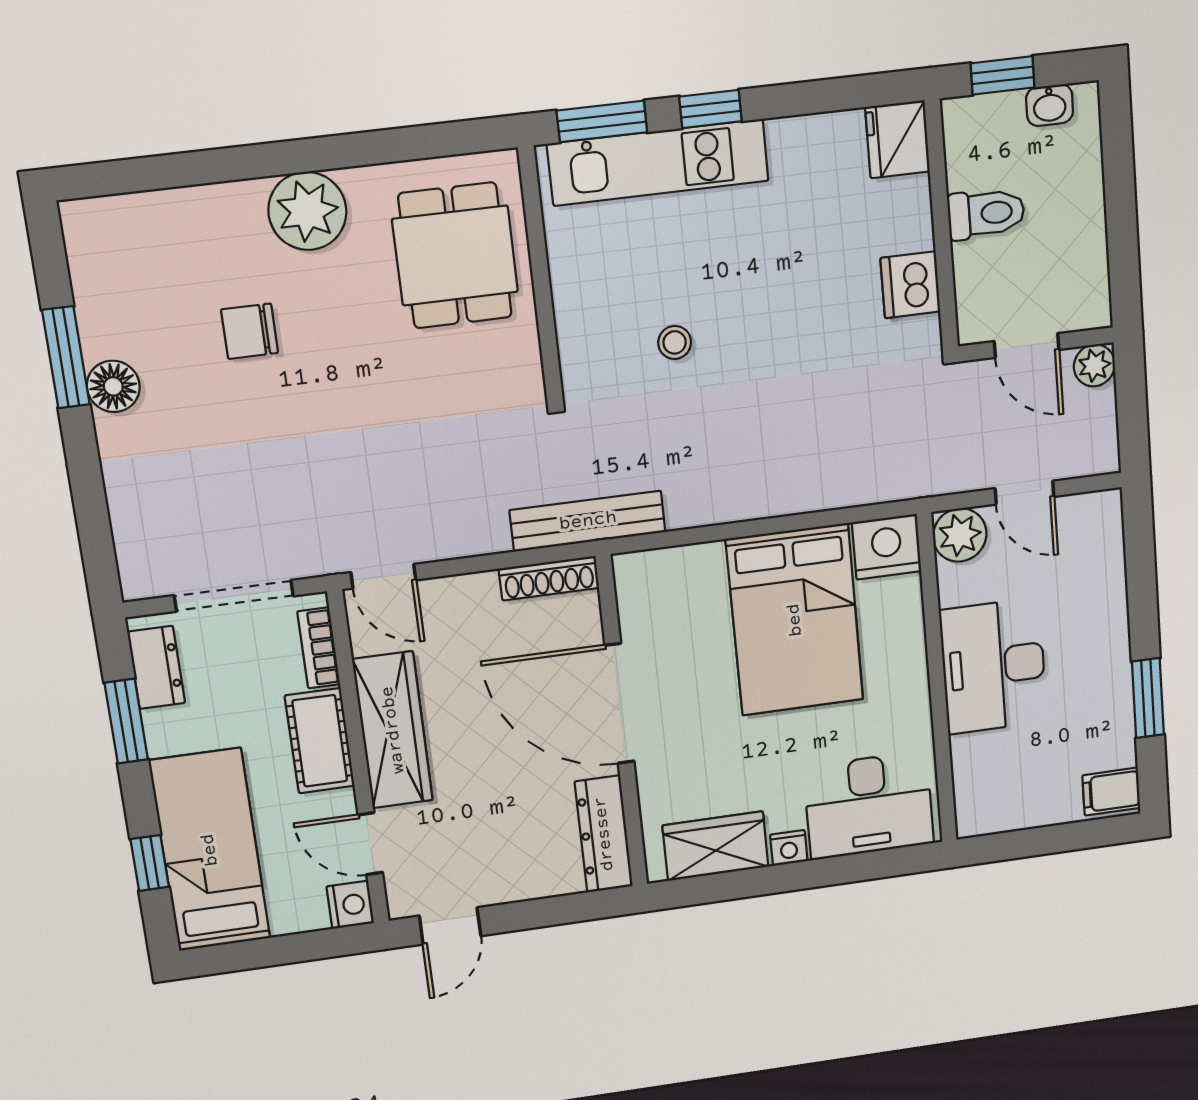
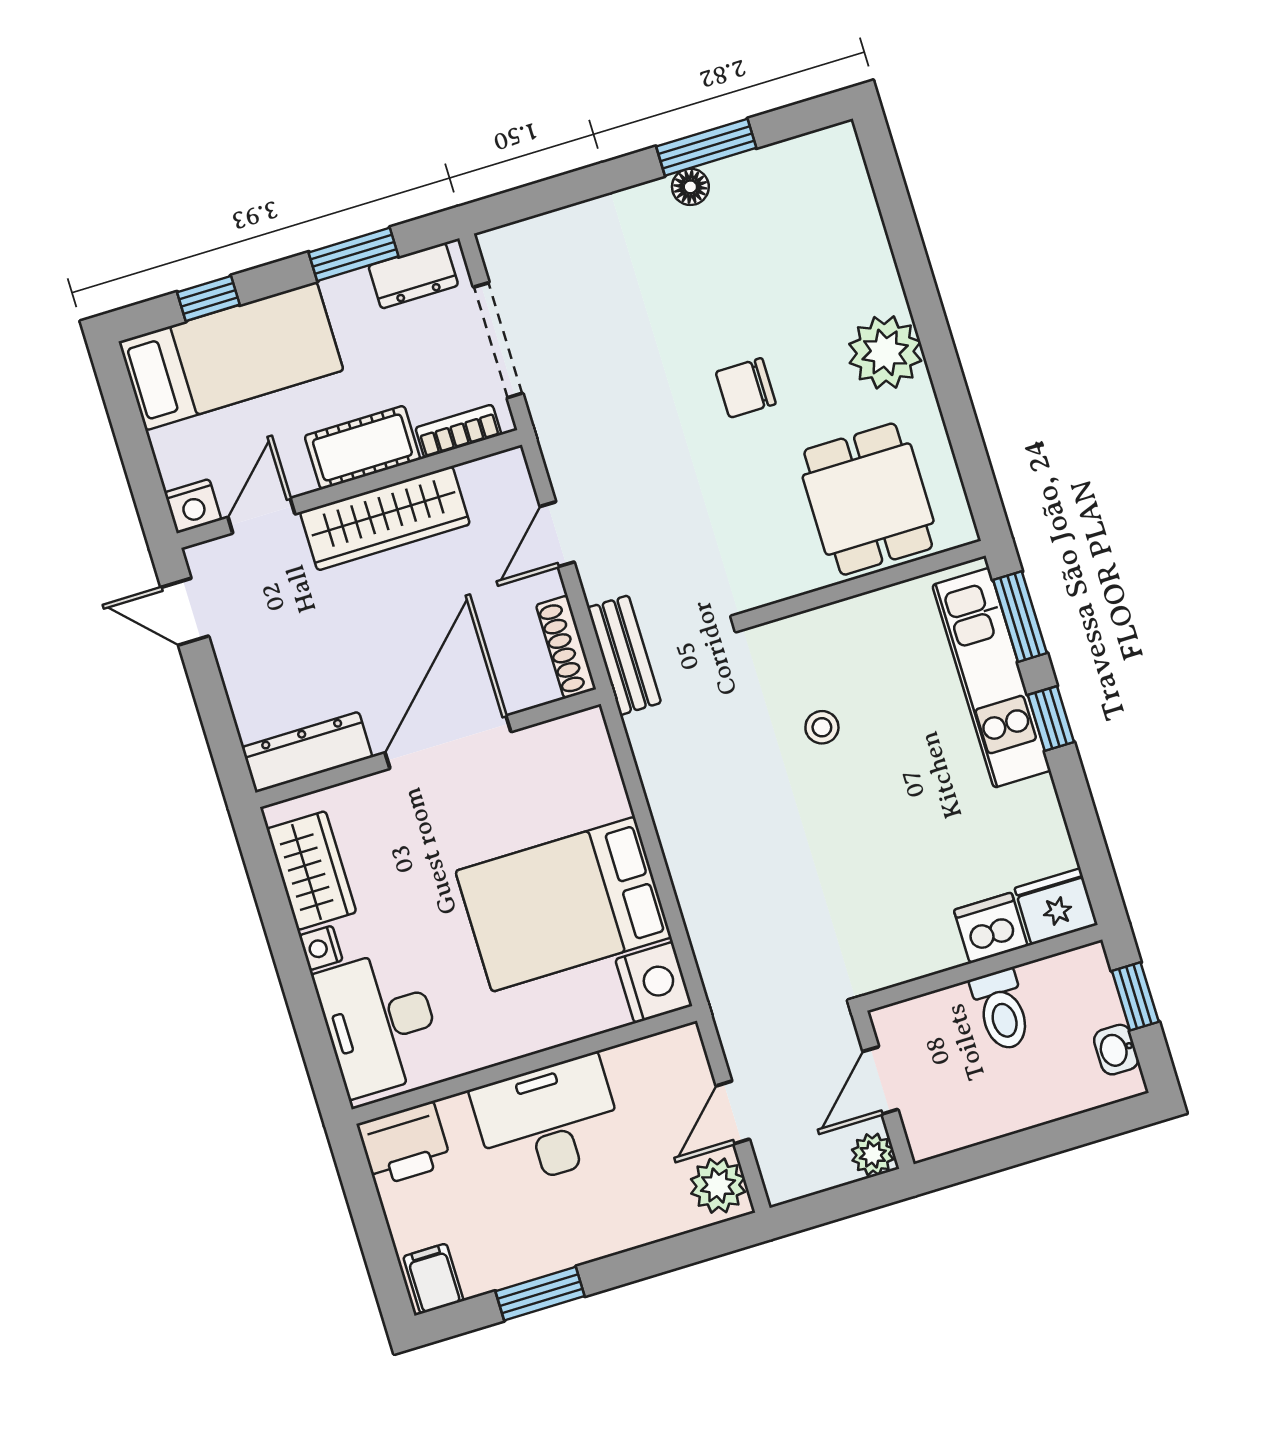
dining table: (455, 256) -> (868, 499), turned 90
dishwasher: (910, 285) -> (991, 928), moved
chair: (250, 331) -> (746, 388), moved, turned -90
floor lamp: (113, 386) -> (690, 187), width x0.73, depth x0.73
bench: (588, 521) -> (624, 655), width x0.73
plant: (960, 535) -> (718, 1186), moved
door: (383, 576) -> (557, 534), moved
printer: (984, 799) -> (404, 1144), added

